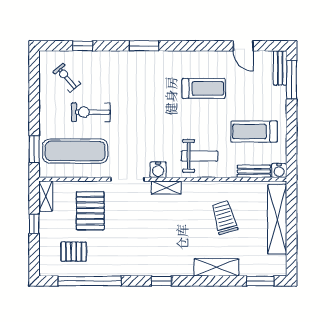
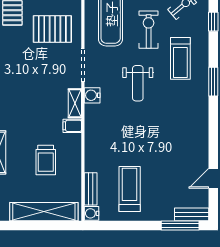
treadmill: (204, 88) -> (180, 58), moved
weight bench: (200, 156) -> (138, 83), moved
filing cabinet: (189, 190) -> (72, 126), added
trolley: (224, 217) -> (46, 160), turned 106

